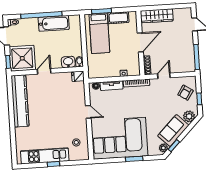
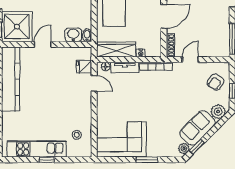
wardrobe: (104, 72) -> (116, 50), added
fridge: (78, 76) -> (84, 67), moved
door: (88, 112) -> (94, 83), moved
corner sofa: (119, 138) -> (121, 139), width x0.73, depth x0.74

